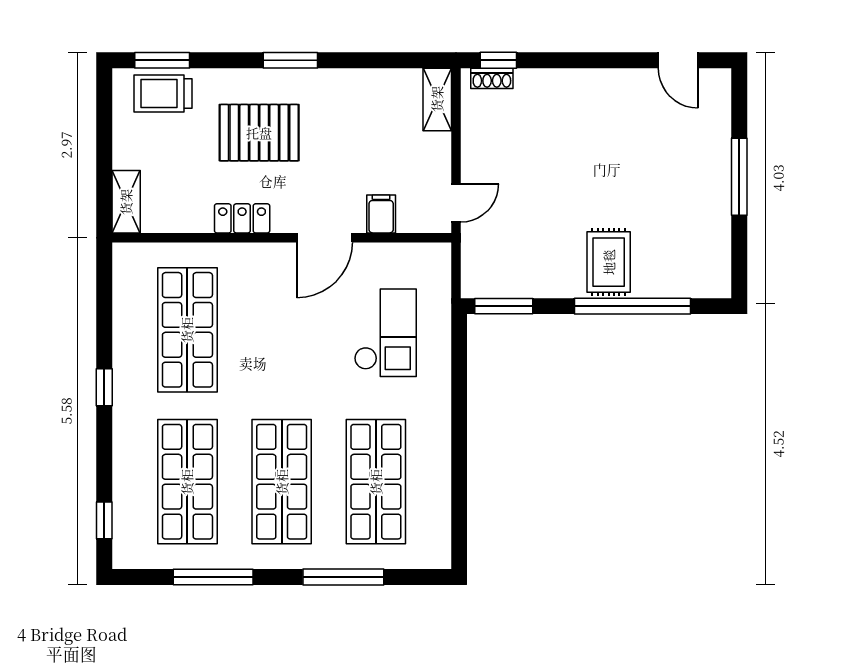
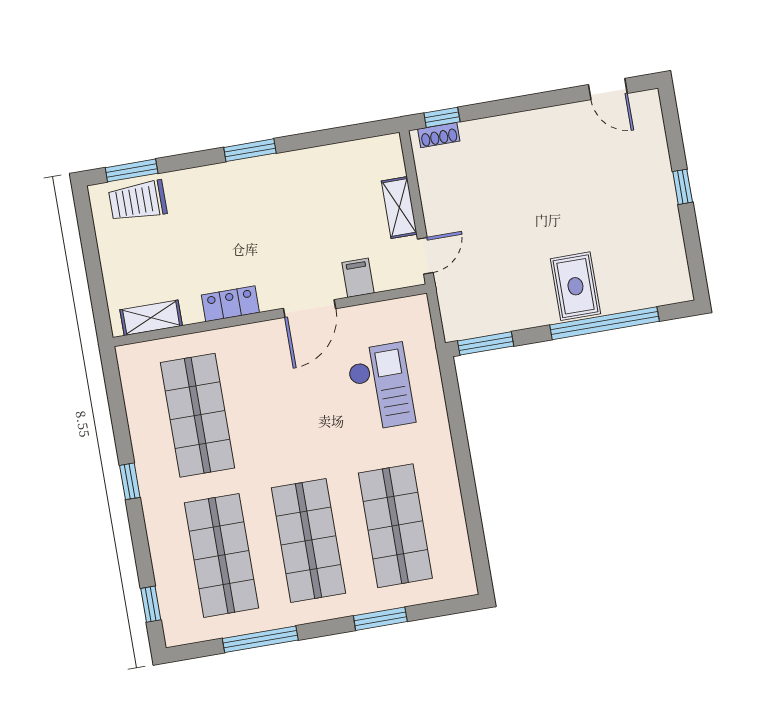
shelving: (437, 99) -> (399, 208), moved
pallet: (259, 133) -> (233, 222), removed
window: (739, 177) -> (683, 187), width x0.46
shelving: (126, 202) -> (151, 318), moved, turned 90
window: (343, 577) -> (380, 619), width x0.69

